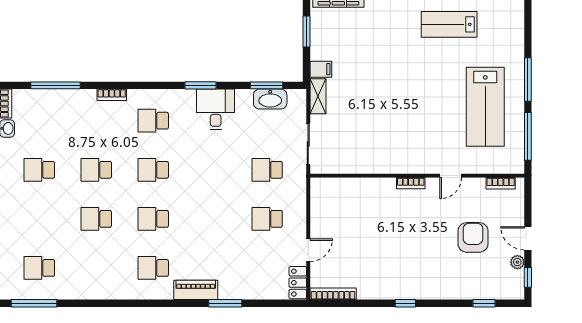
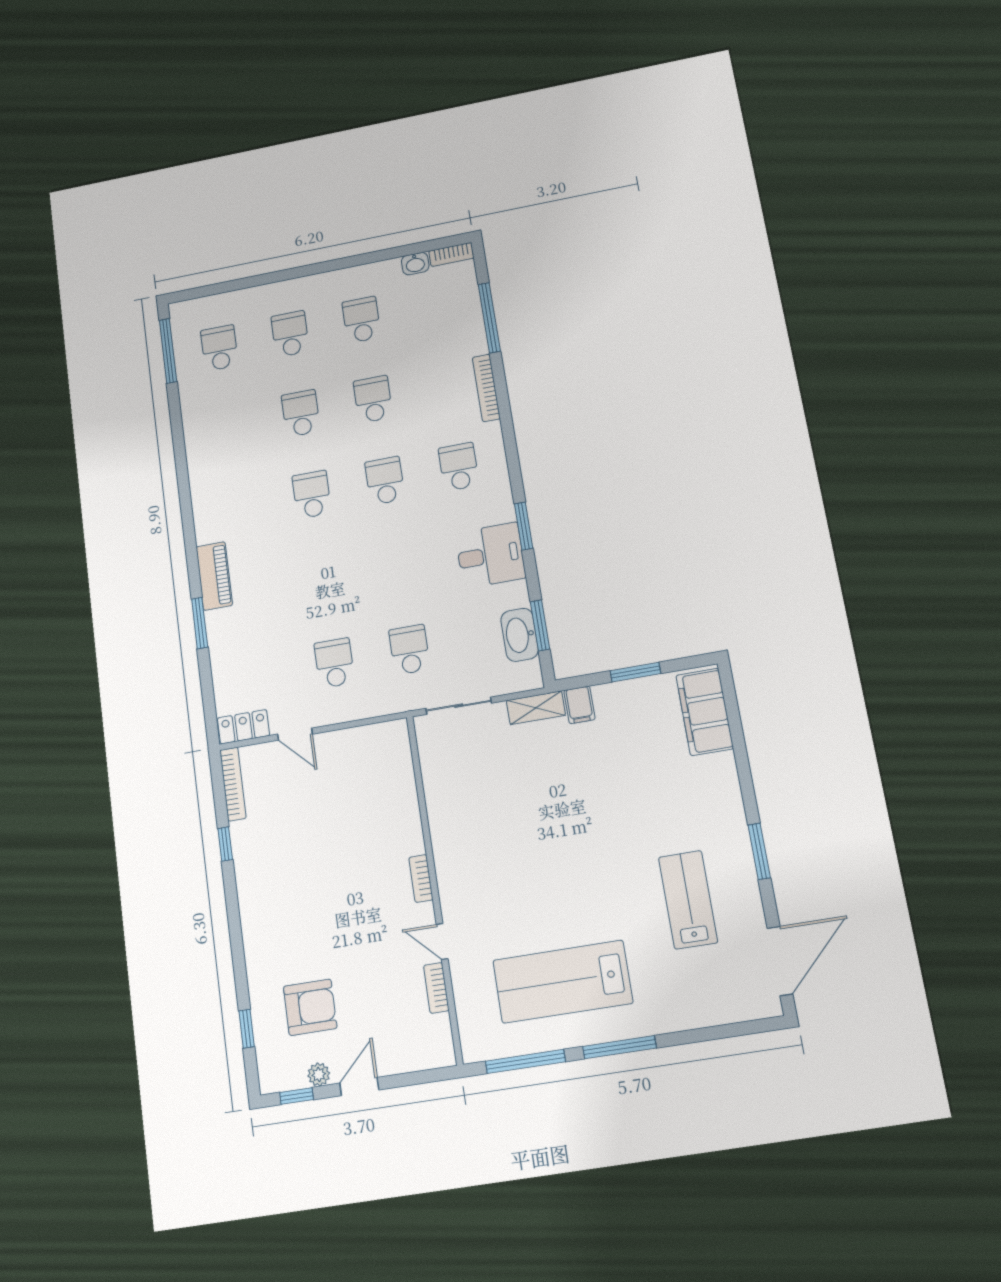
bookcase: (112, 95) -> (486, 388), width x1.56
bookcase: (501, 183) -> (436, 988), moved
armchair: (473, 237) -> (310, 1007), moved
school desk: (153, 268) -> (290, 334), moved
window: (405, 303) -> (225, 844), moved

